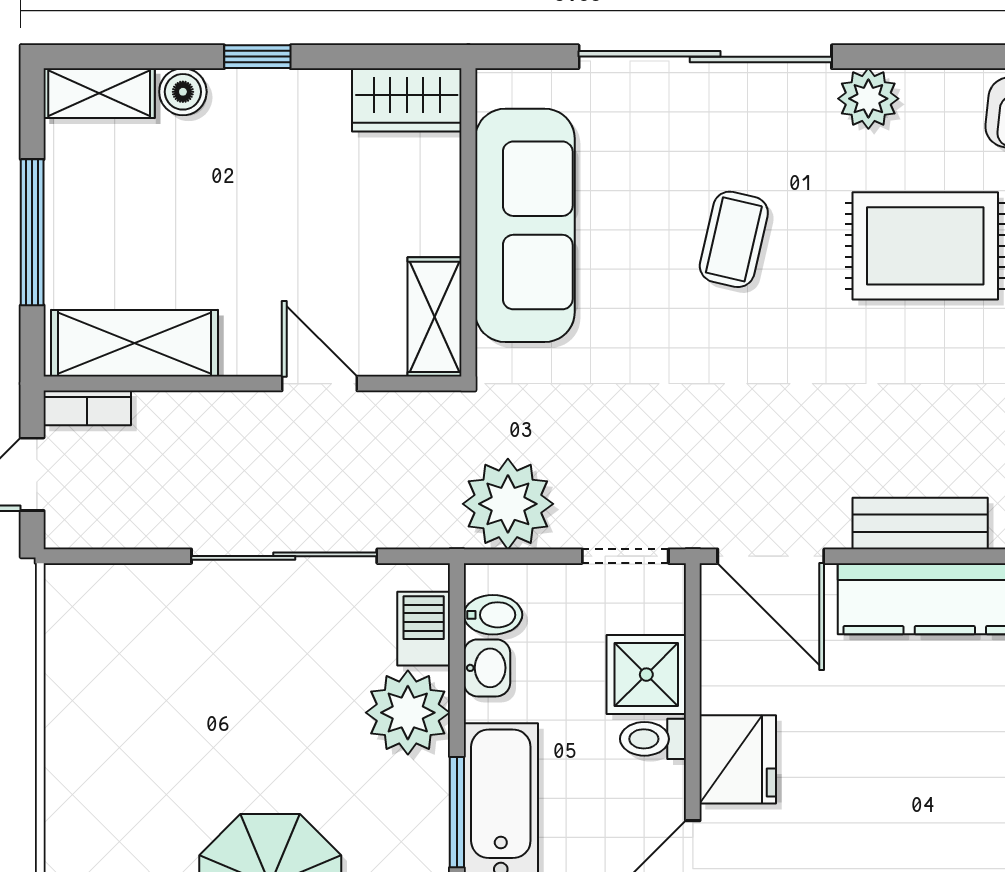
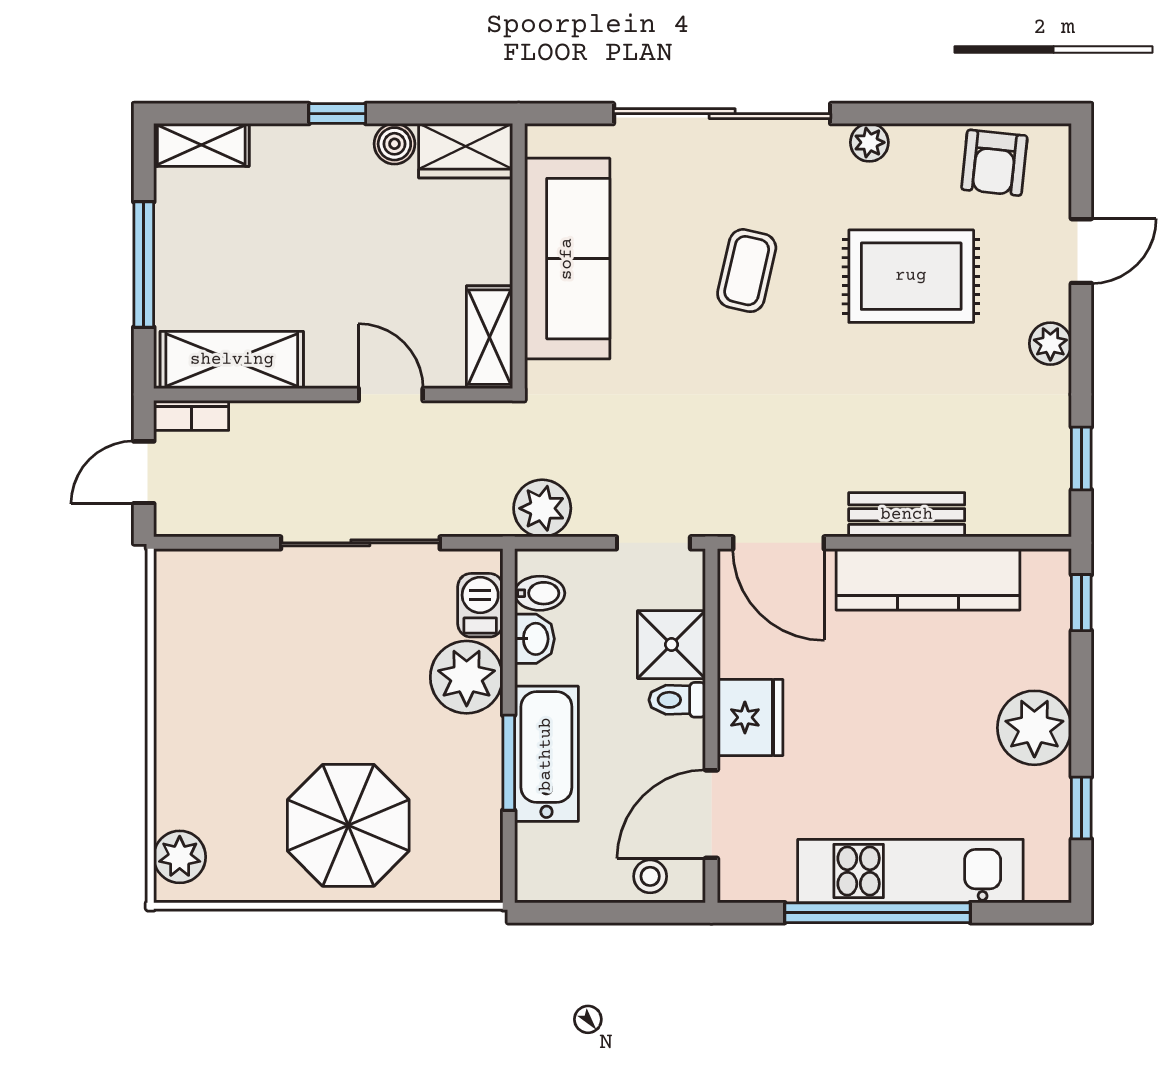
boiler: (183, 92) -> (394, 144), moved
plant: (868, 99) -> (869, 142), width x0.73, depth x0.73
plant: (508, 504) -> (542, 508), width x0.73, depth x0.73

